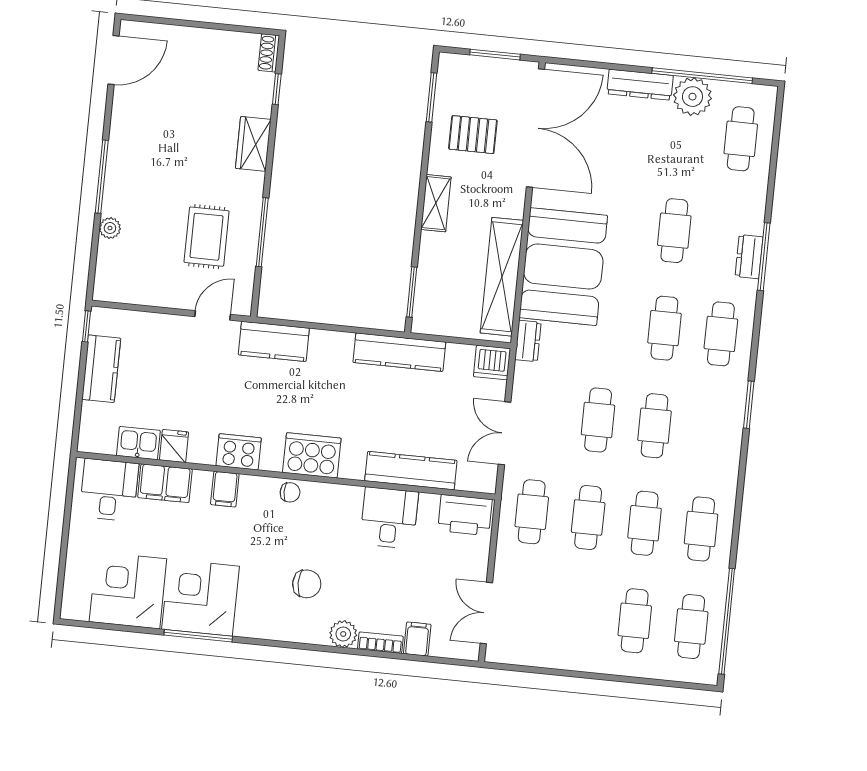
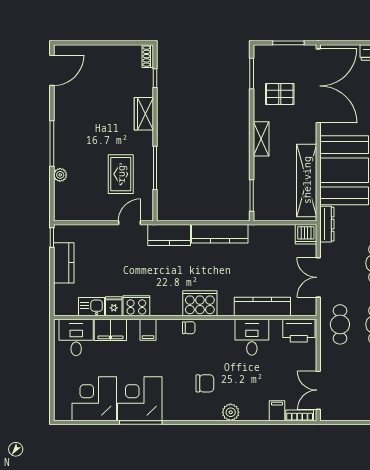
dresser: (528, 341) -> (327, 224), width x1.44
kitchen counter: (399, 352) -> (220, 234), moved
cooker: (239, 452) -> (136, 306), moved
bookcase: (380, 643) -> (300, 415), moved

